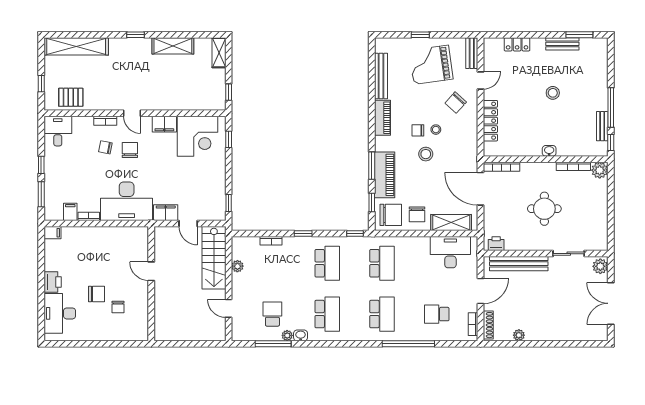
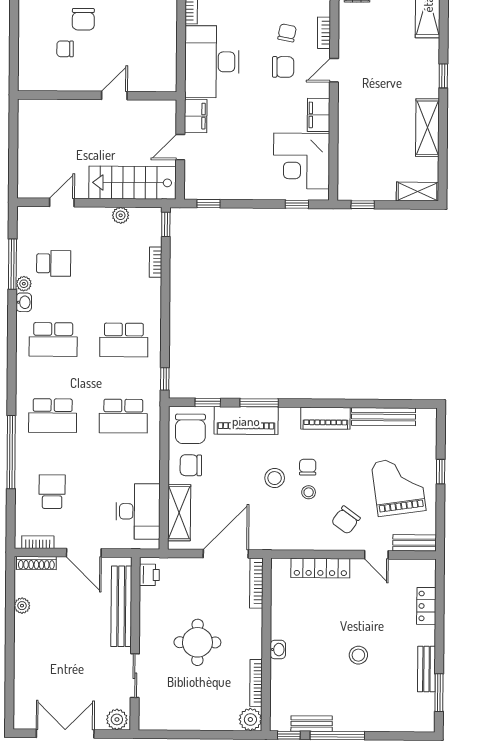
chair: (456, 103) -> (346, 520), turned -96
window: (303, 234) -> (166, 224), moved

